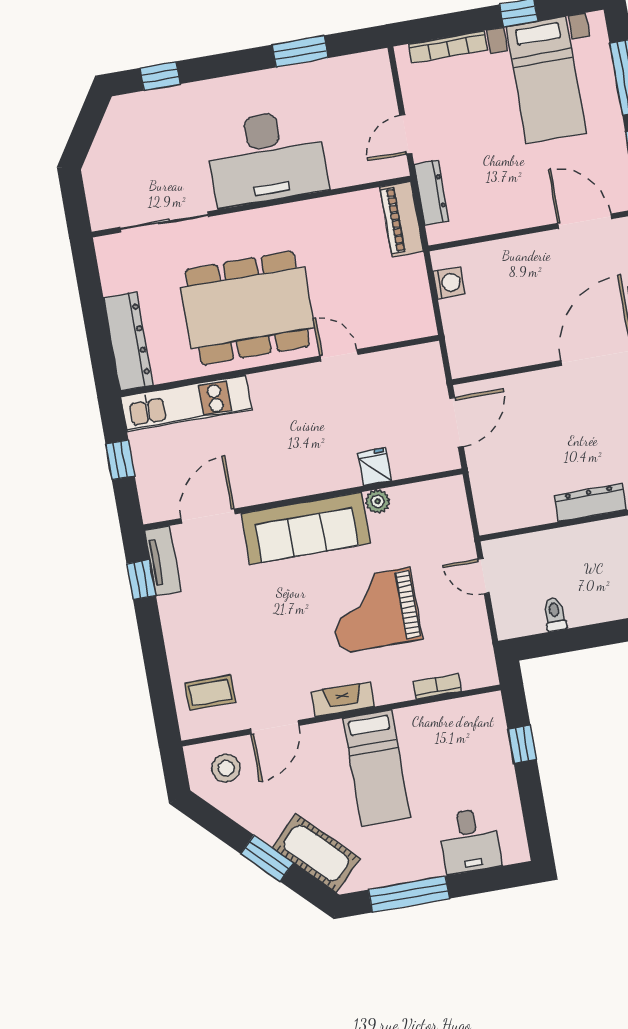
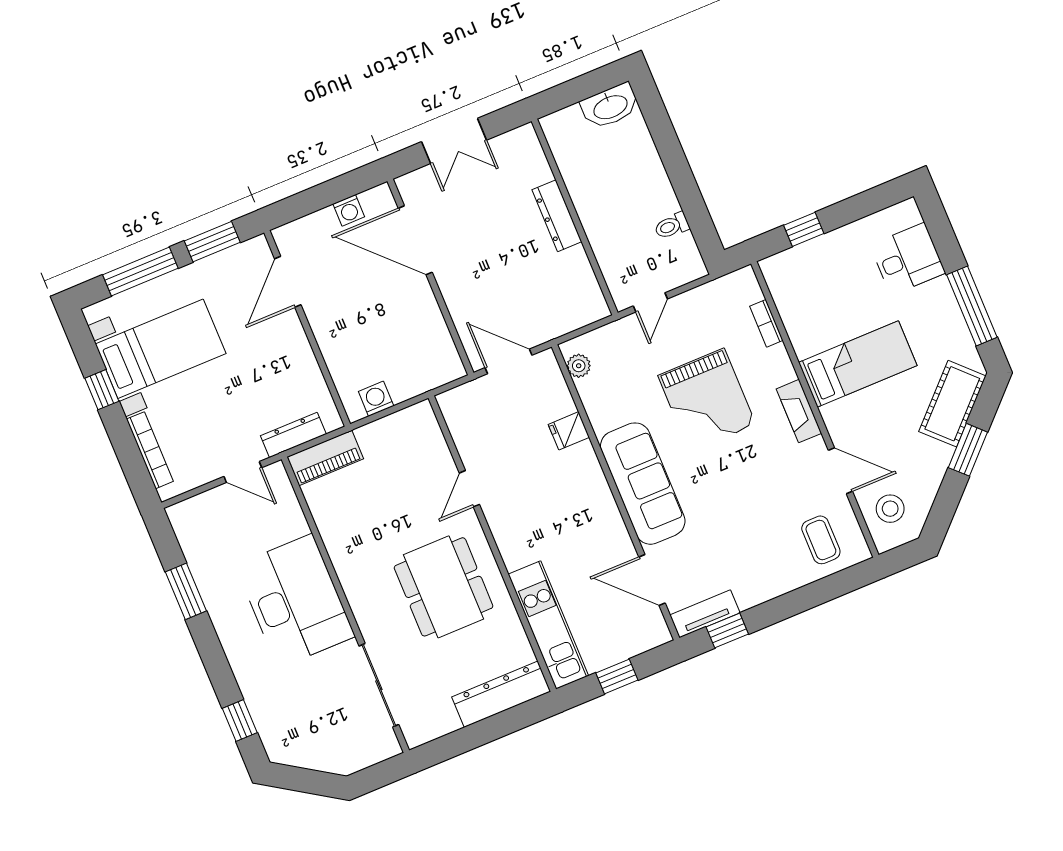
dining table: (247, 308) -> (444, 587), width x0.73, depth x0.80
plant: (378, 501) -> (579, 366), moved

